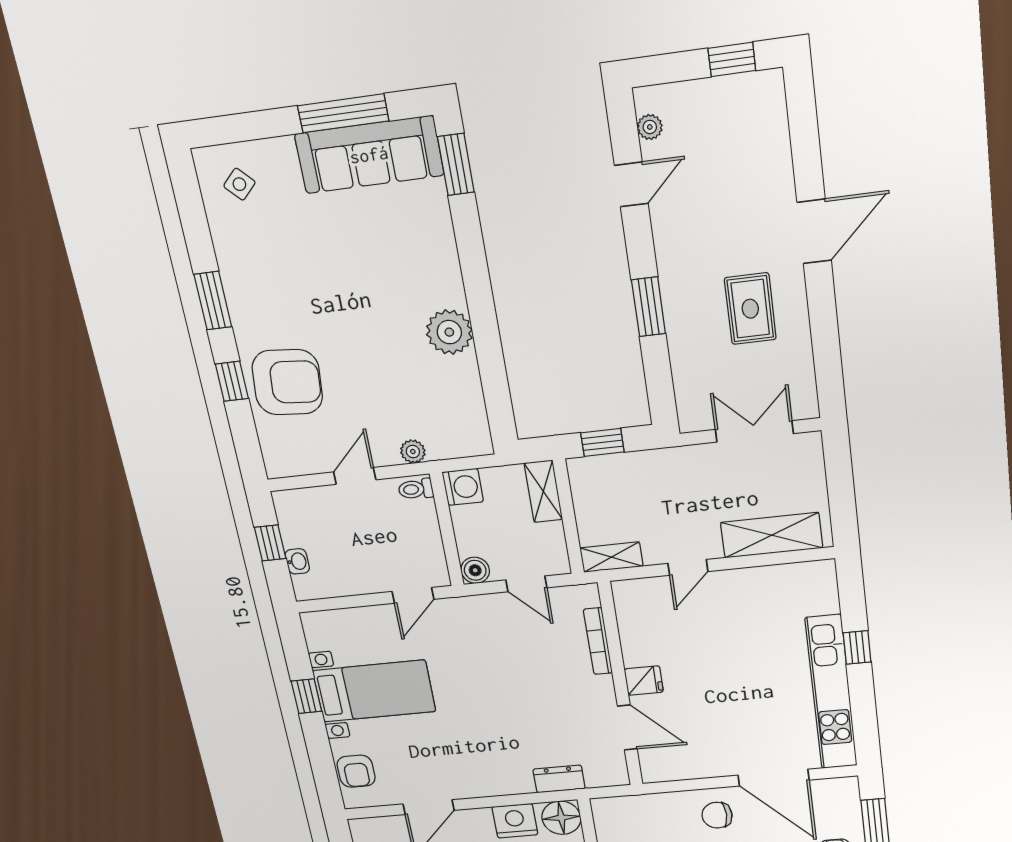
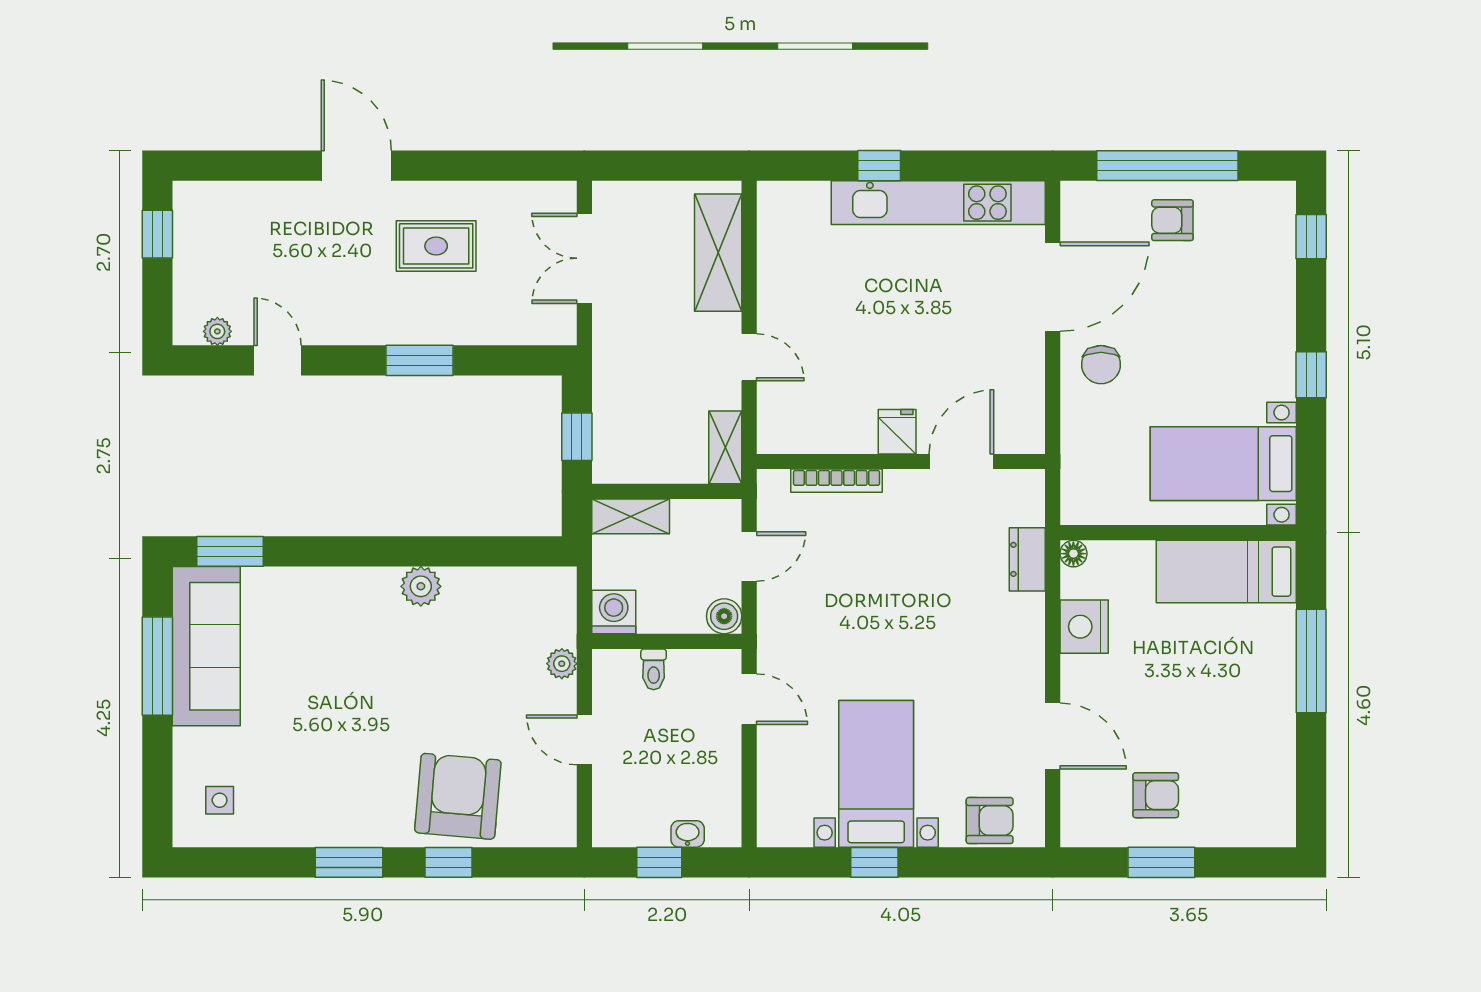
side table: (239, 184) -> (220, 800), turned 45
plant: (449, 332) -> (421, 586), width x0.73, depth x0.73
toilet: (416, 489) -> (654, 669), moved
floor lamp: (561, 818) -> (1073, 554), width x0.53, depth x0.53

